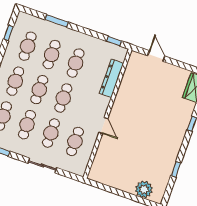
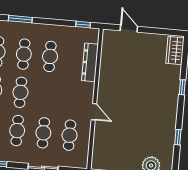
cafe table: (63, 98) -> (47, 95), removed

